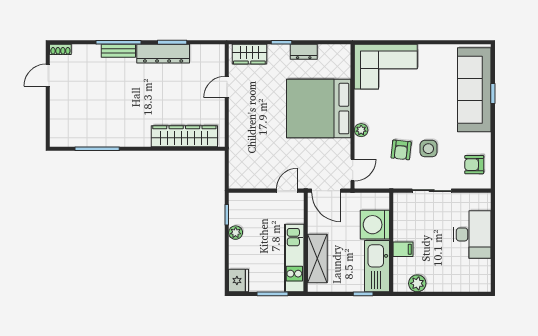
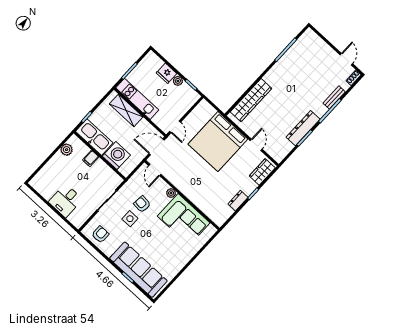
bench: (118, 51) -> (334, 97), moved
corner sofa: (386, 67) -> (184, 220), moved, turned -90
bed: (319, 109) -> (218, 142), moved, turned 180
desk: (472, 234) -> (66, 201), width x0.73
fridge: (239, 281) -> (166, 73), moved

